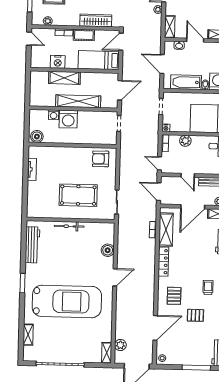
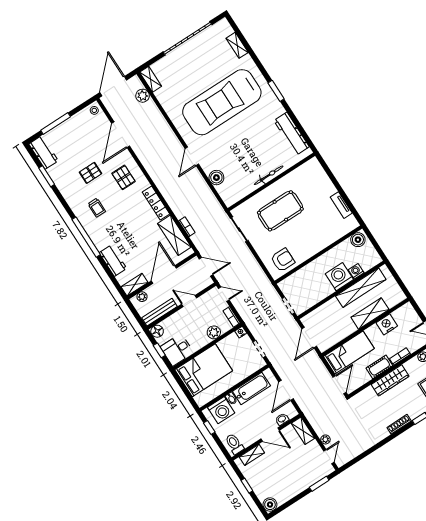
wardrobe: (96, 20) -> (390, 380), moved
door: (162, 64) -> (286, 390), swing flipped
shelving: (78, 101) -> (361, 288), moved

